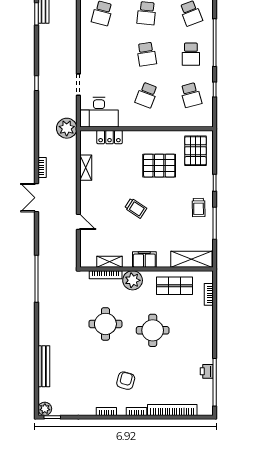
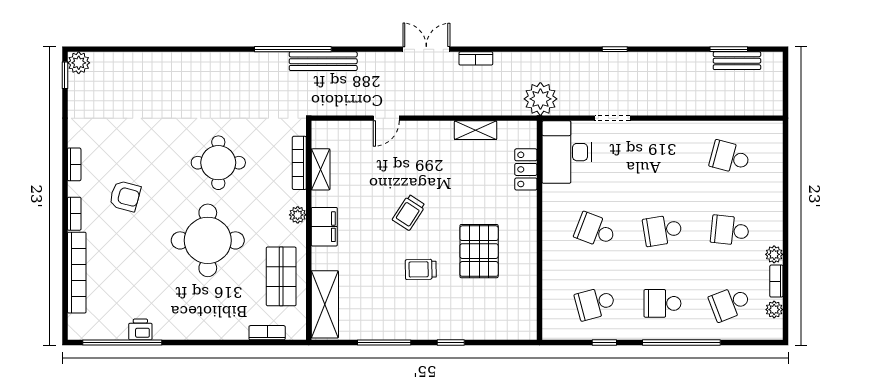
pallet: (195, 151) -> (503, 311), removed
trolley: (199, 207) -> (421, 269), moved
plant: (133, 280) -> (298, 215), width x0.53, depth x0.53
round table: (153, 330) -> (208, 240), width x1.36, depth x1.36
bench: (44, 366) -> (323, 61), moved

